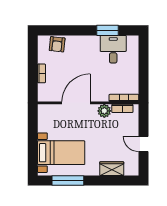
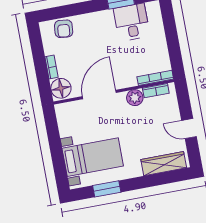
floor lamp: (46, 92) -> (61, 88), added
wardrobe: (112, 169) -> (164, 164), width x1.50
window: (68, 180) -> (107, 189), width x0.69

